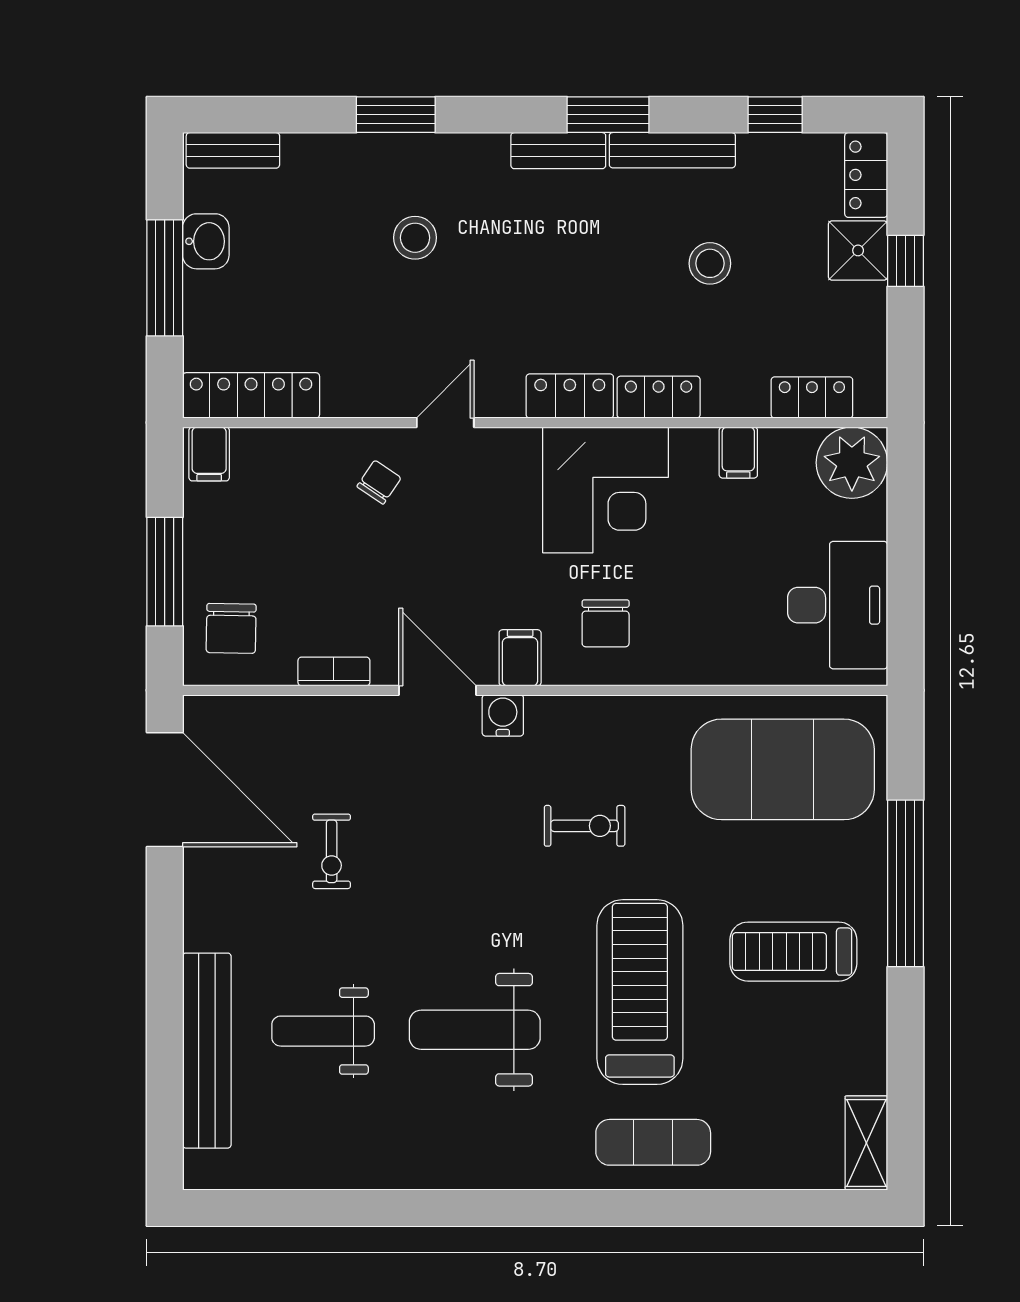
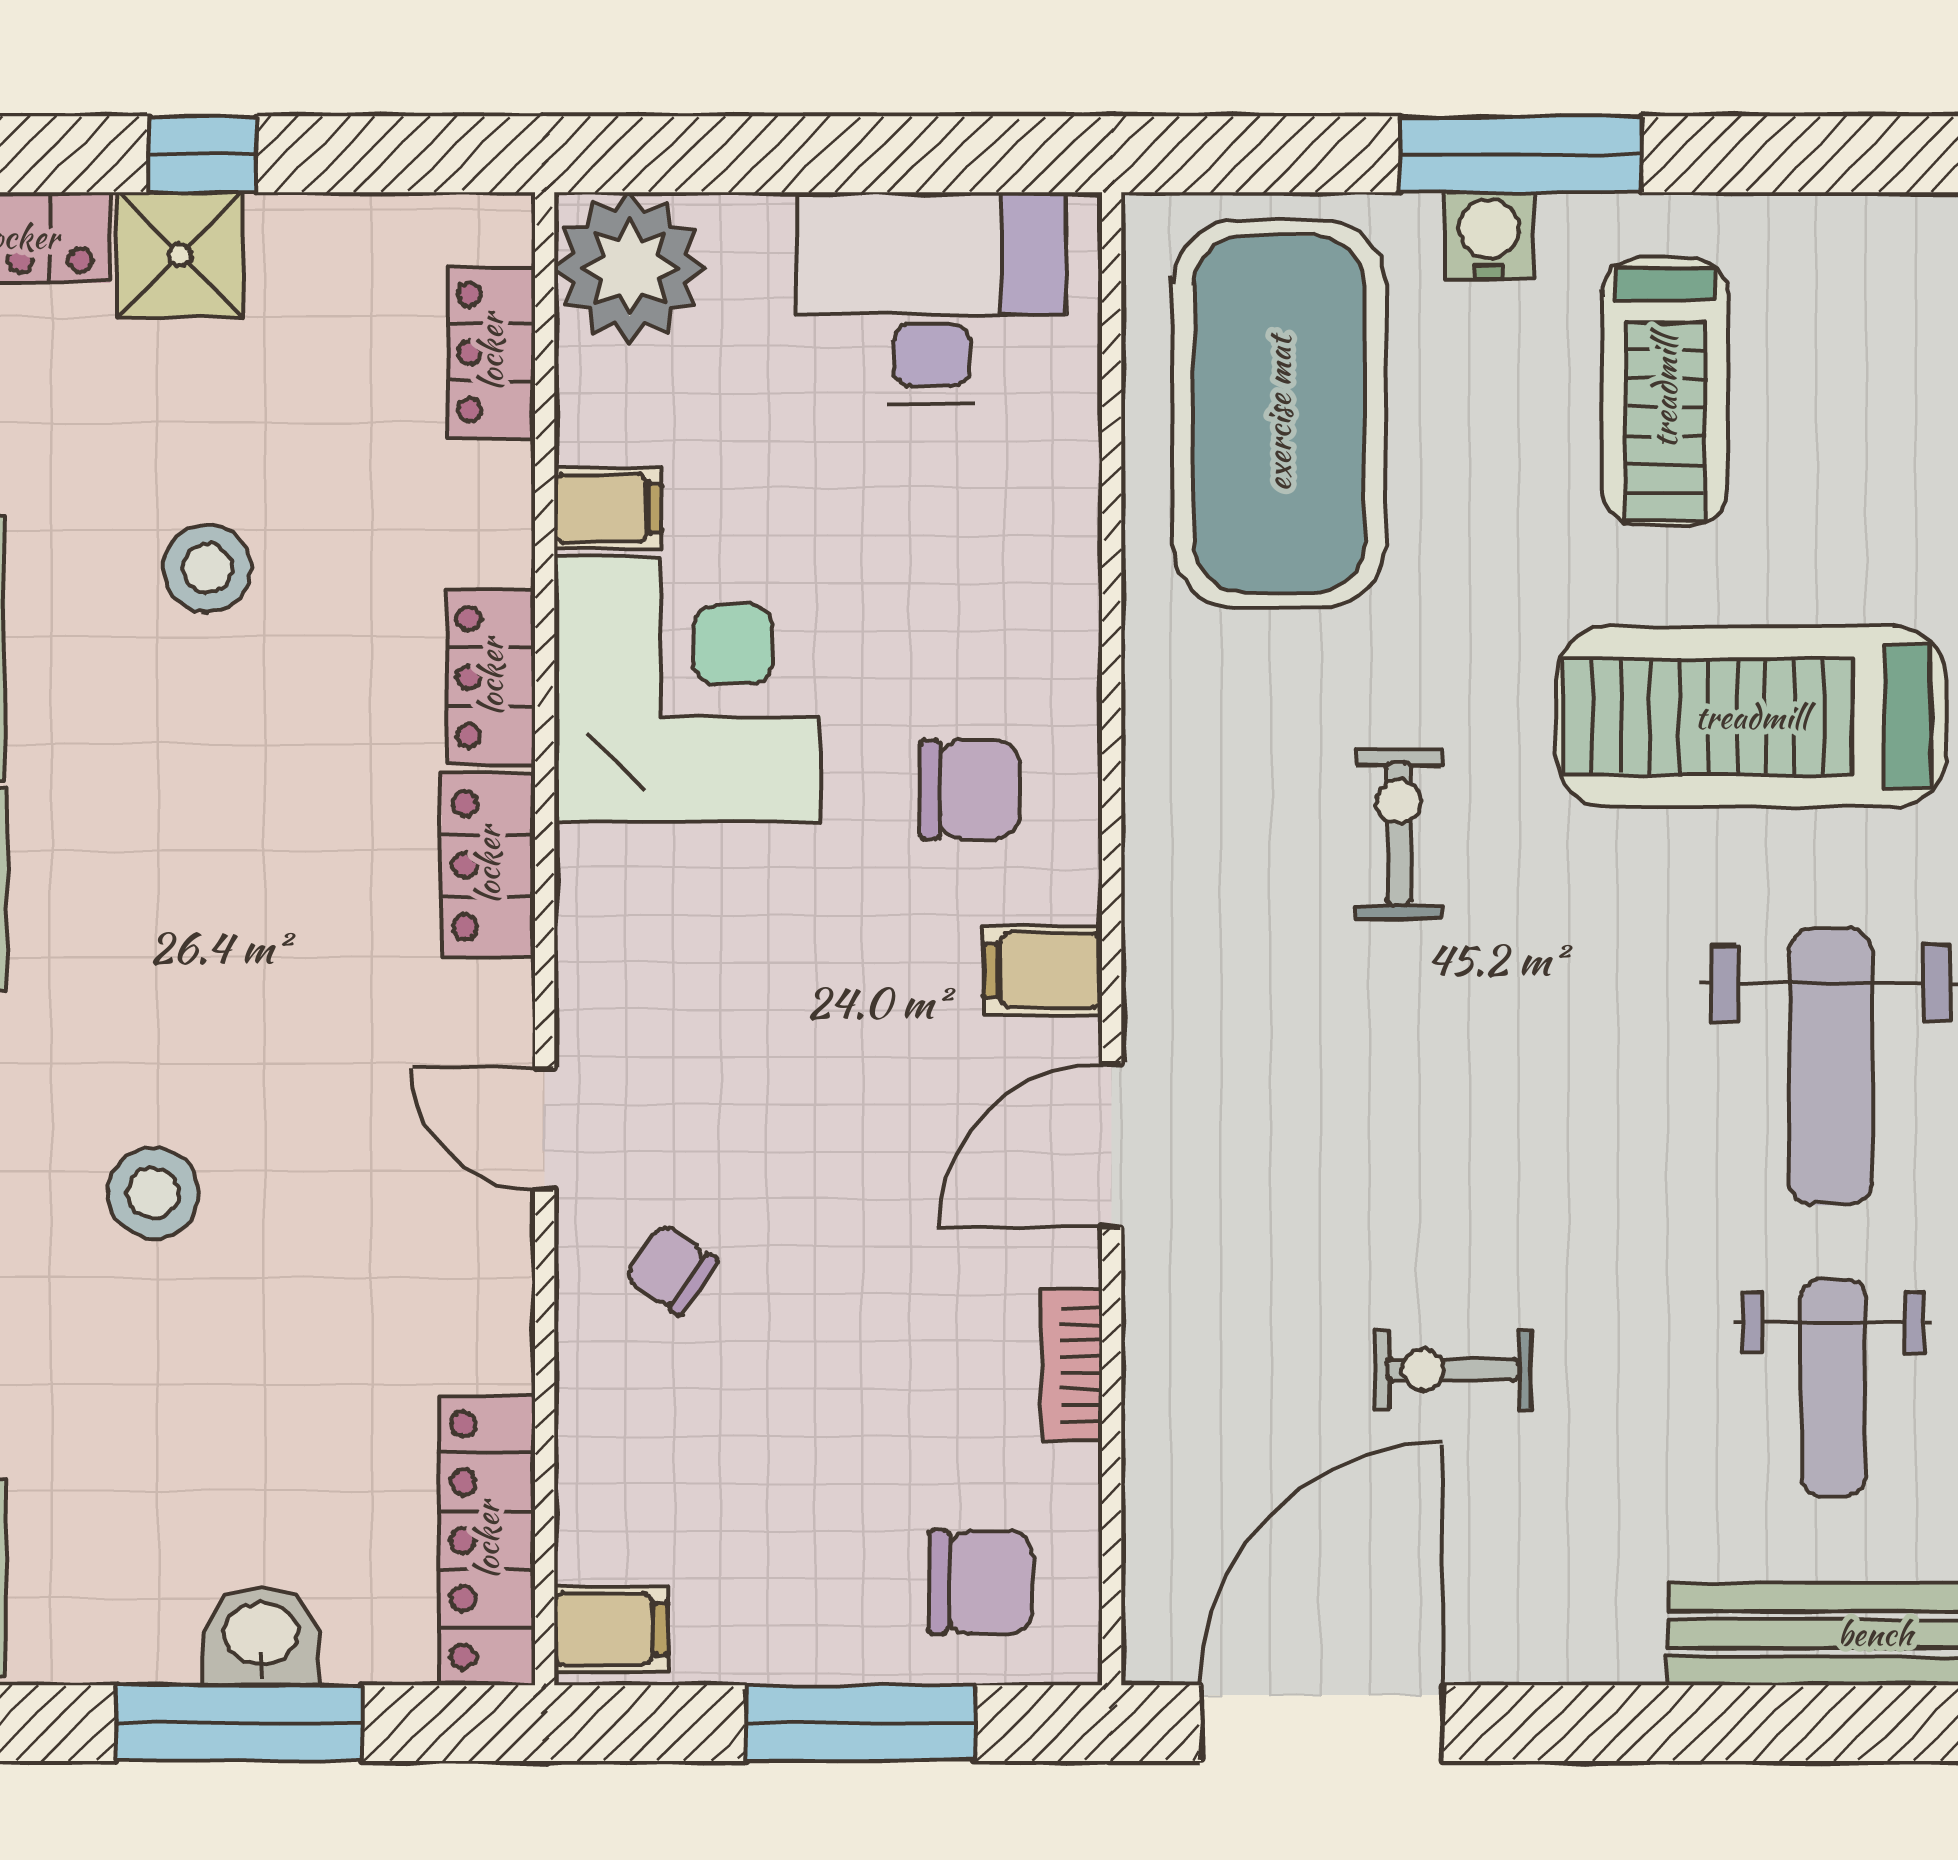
washbasin: (206, 241) -> (261, 1636), moved
corner desk: (606, 490) -> (687, 690), moved
water cooler: (503, 715) -> (1489, 236), moved, turned 90
exercise bike: (332, 851) -> (1453, 1370), turned 180
window: (905, 883) -> (1521, 154), width x0.68

